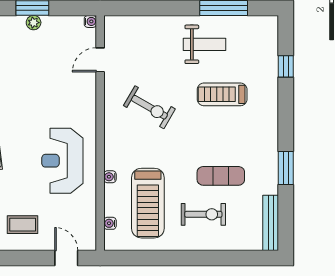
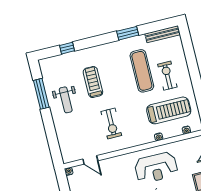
weight bench: (205, 44) -> (66, 100), turned 180
treadmill: (222, 94) -> (93, 82), turned 180
exercise bike: (149, 107) -> (111, 124), turned 150
exercise mat: (221, 176) -> (142, 71), width x1.36, depth x1.45

